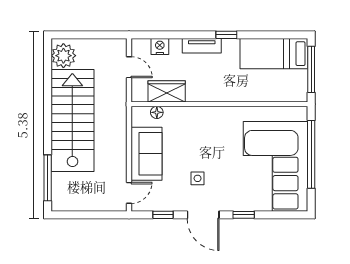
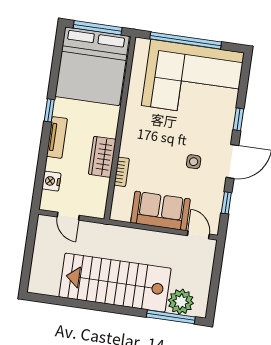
bed: (274, 54) -> (92, 66), width x2.04
plant: (63, 56) -> (181, 302), moved
door: (129, 67) -> (68, 216), swing flipped
wardrobe: (167, 91) -> (102, 157), moved
floor lamp: (157, 112) -> (119, 194), removed
bookcase: (178, 112) -> (122, 172), added

